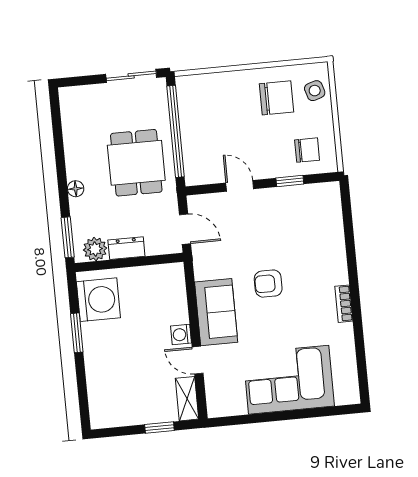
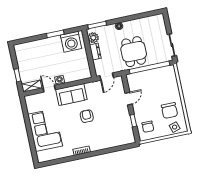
dining table: (136, 163) -> (134, 52), turned 90
door: (198, 360) -> (49, 89), hinge flipped

